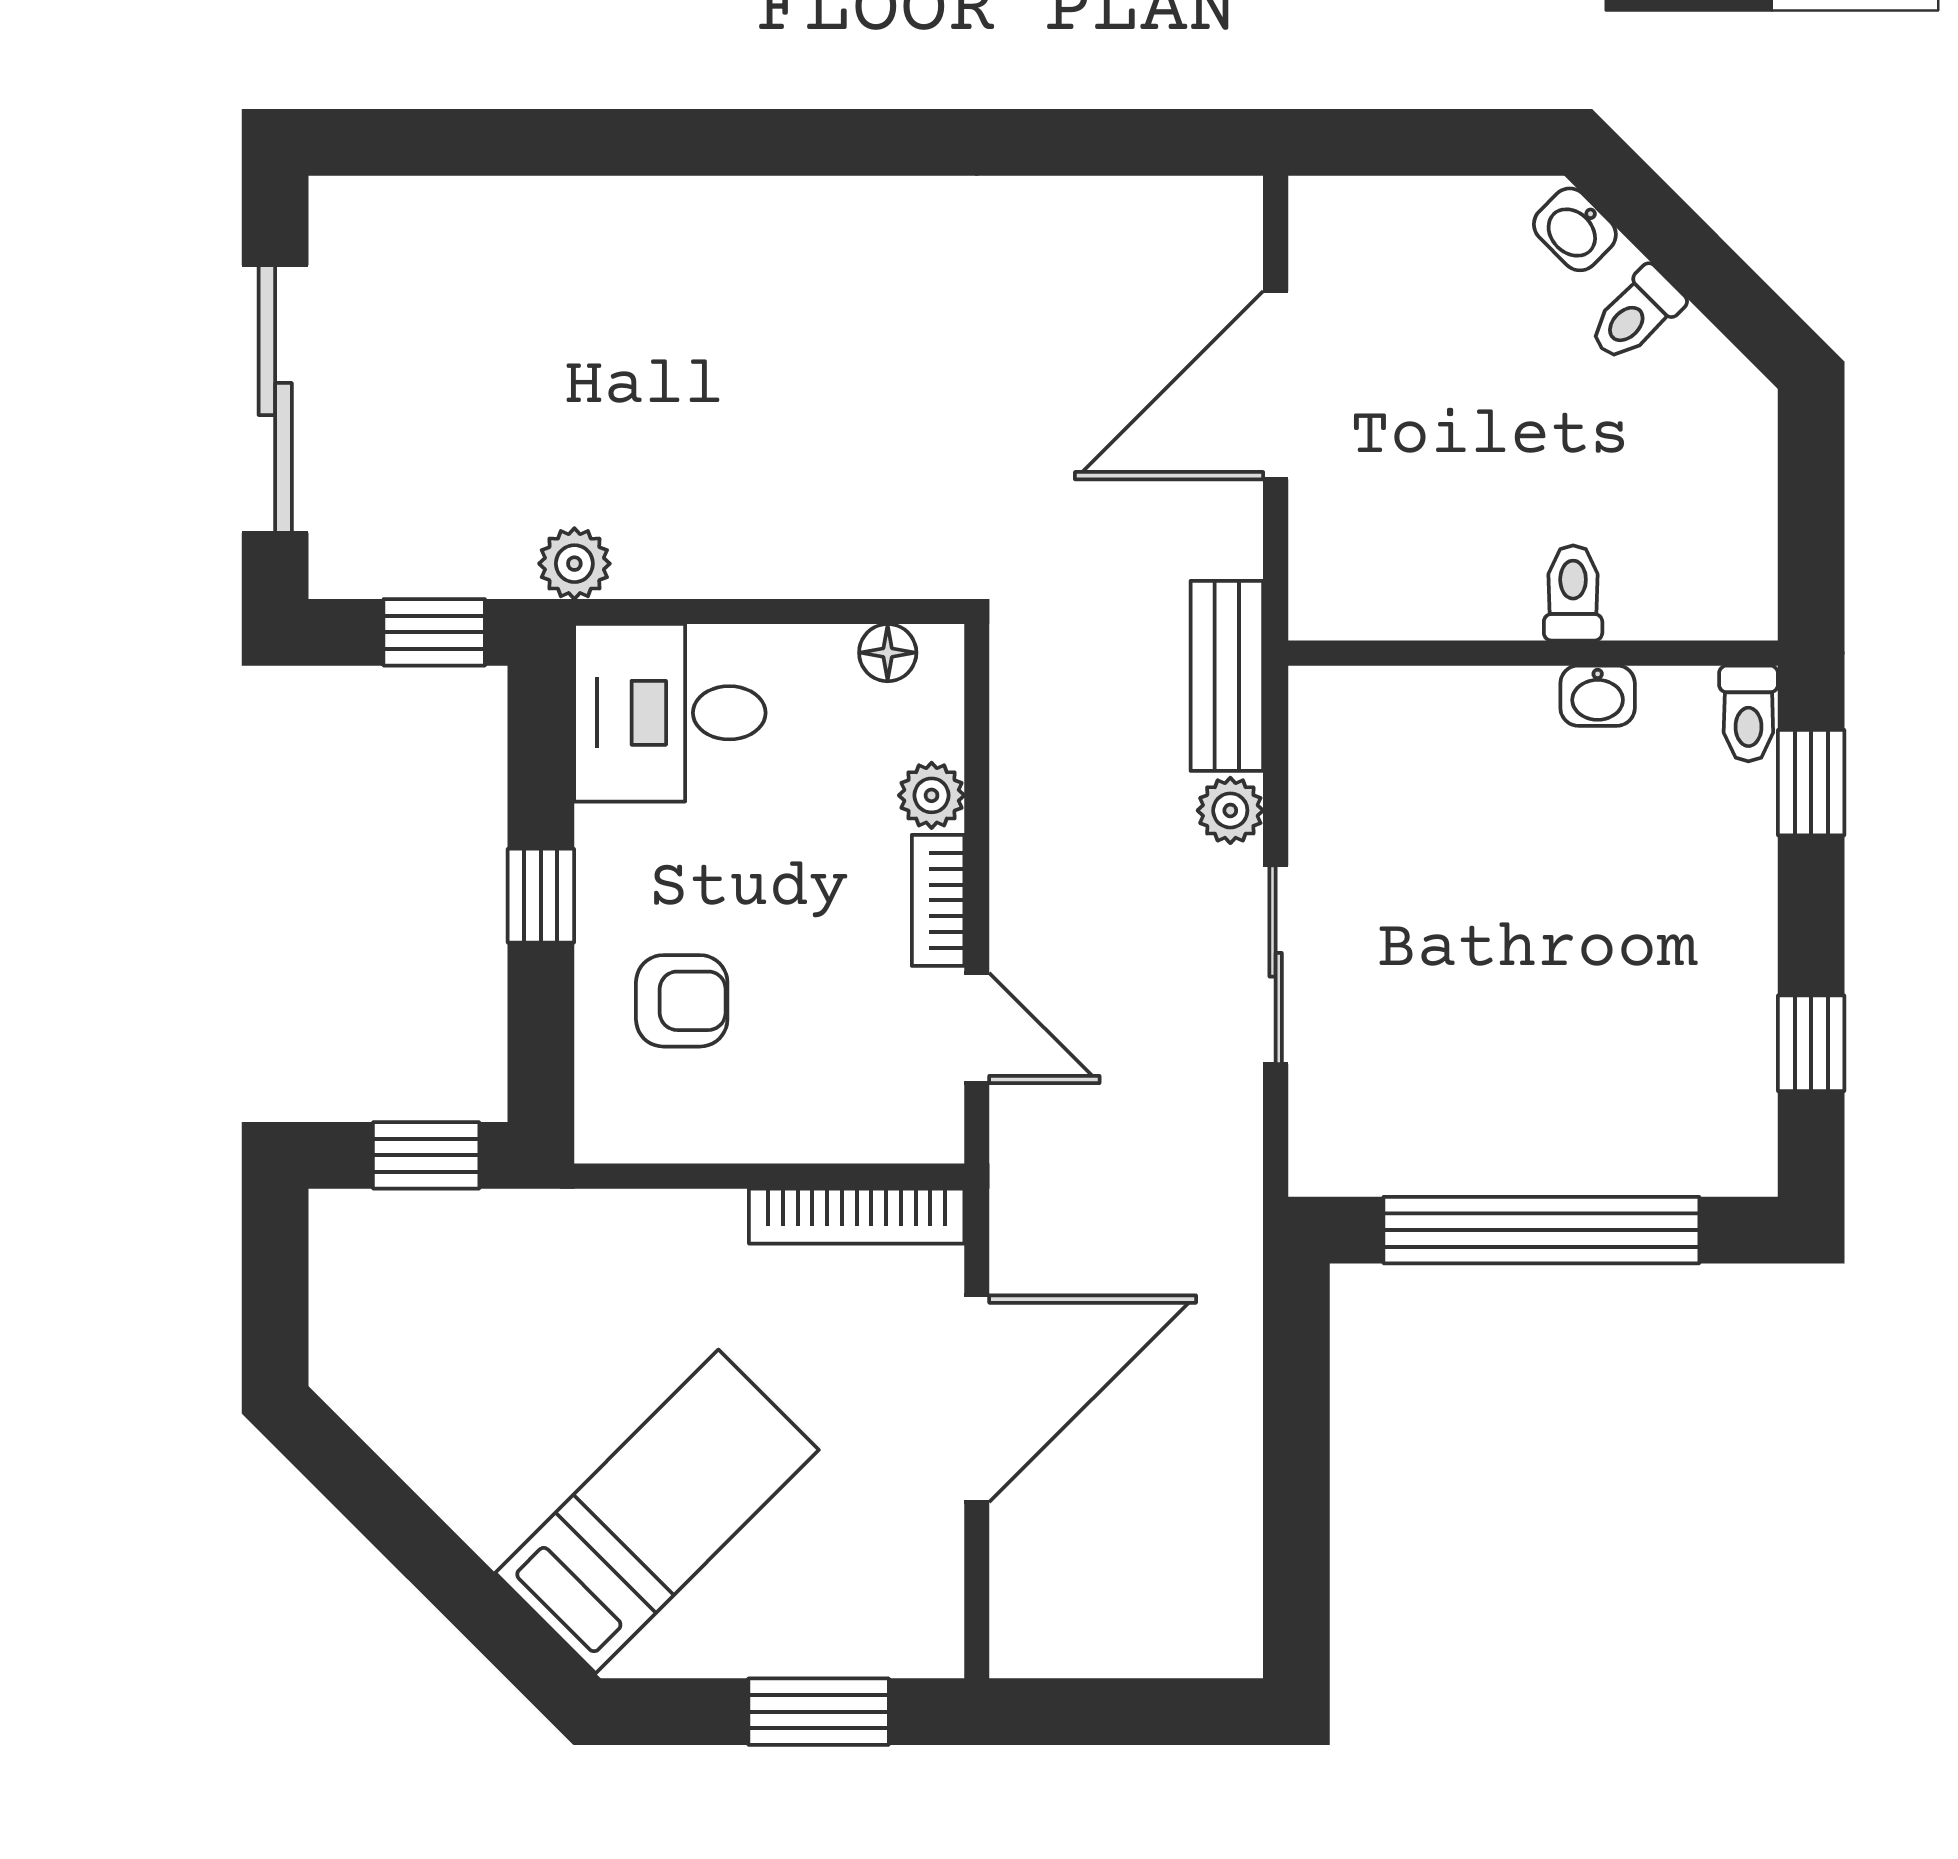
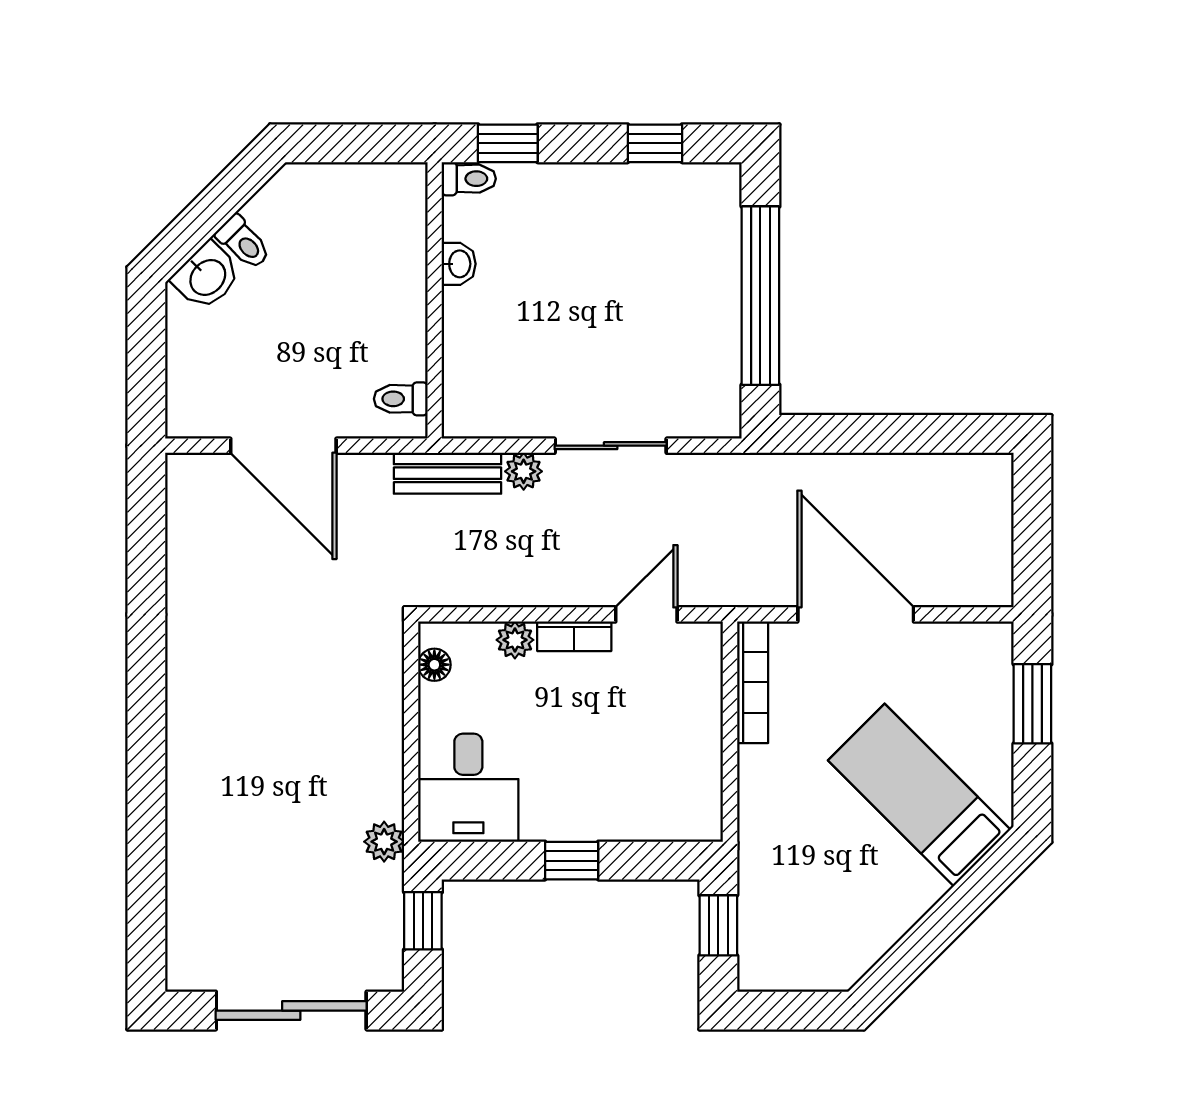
washbasin: (1575, 229) -> (207, 276), width x1.38, depth x1.45
toilet: (1573, 593) -> (401, 399), moved
armchair: (682, 1001) -> (631, 781), removed

